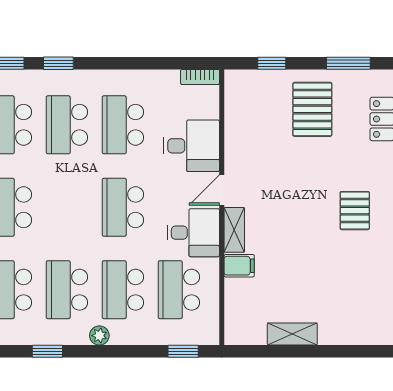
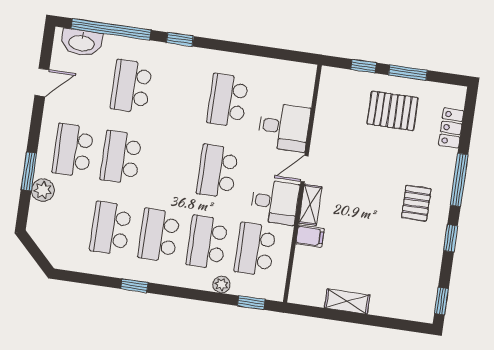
window: (348, 63) -> (408, 73), moved
bookcase: (200, 77) -> (300, 69), removed
pallet: (312, 109) -> (393, 111), turned 90
school desk: (67, 125) -> (179, 93), removed
plant: (99, 336) -> (221, 285), moved

